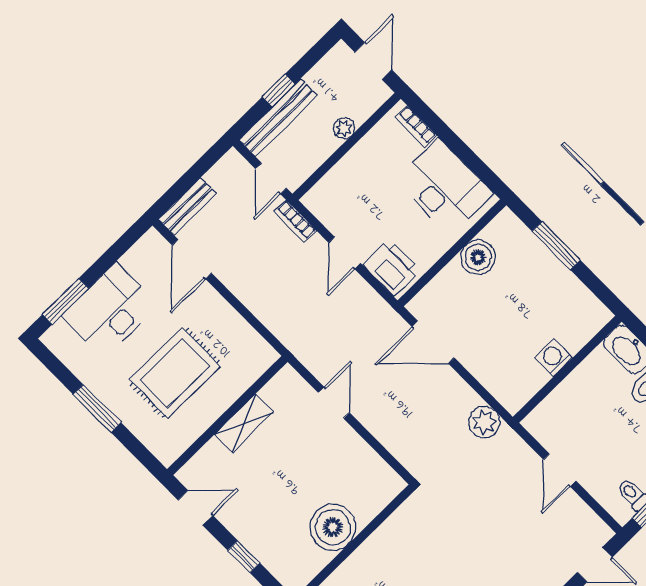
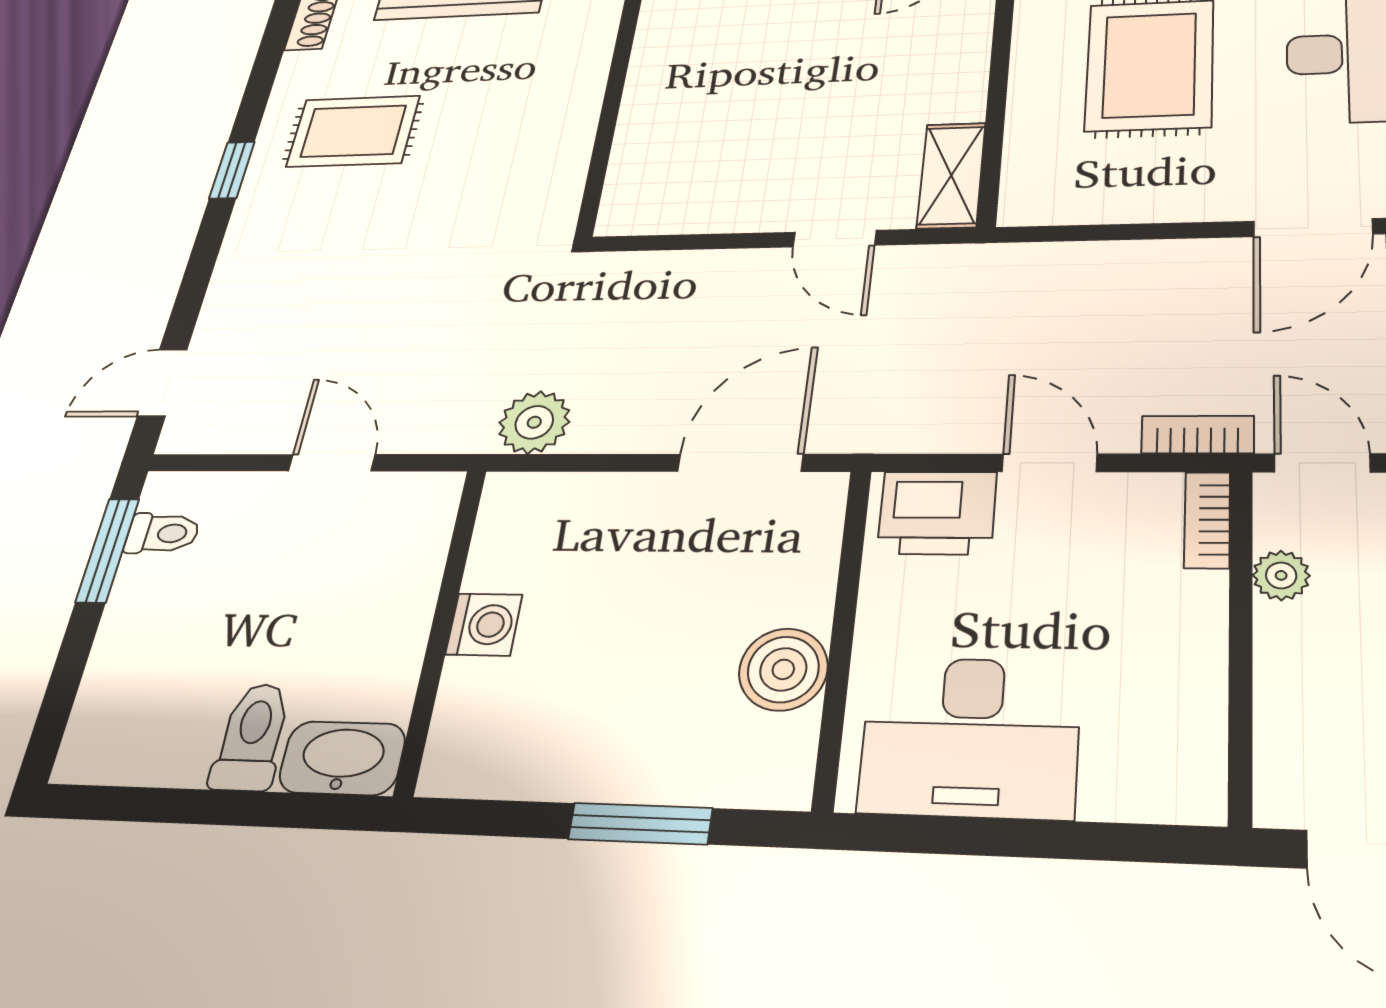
bookcase: (416, 126) -> (1207, 520), moved, turned -90
plant: (344, 128) -> (1281, 575), moved
door: (192, 259) -> (1313, 228), swing flipped
shelving: (244, 423) -> (951, 175), moved
boiler: (333, 527) -> (670, 90), removed

